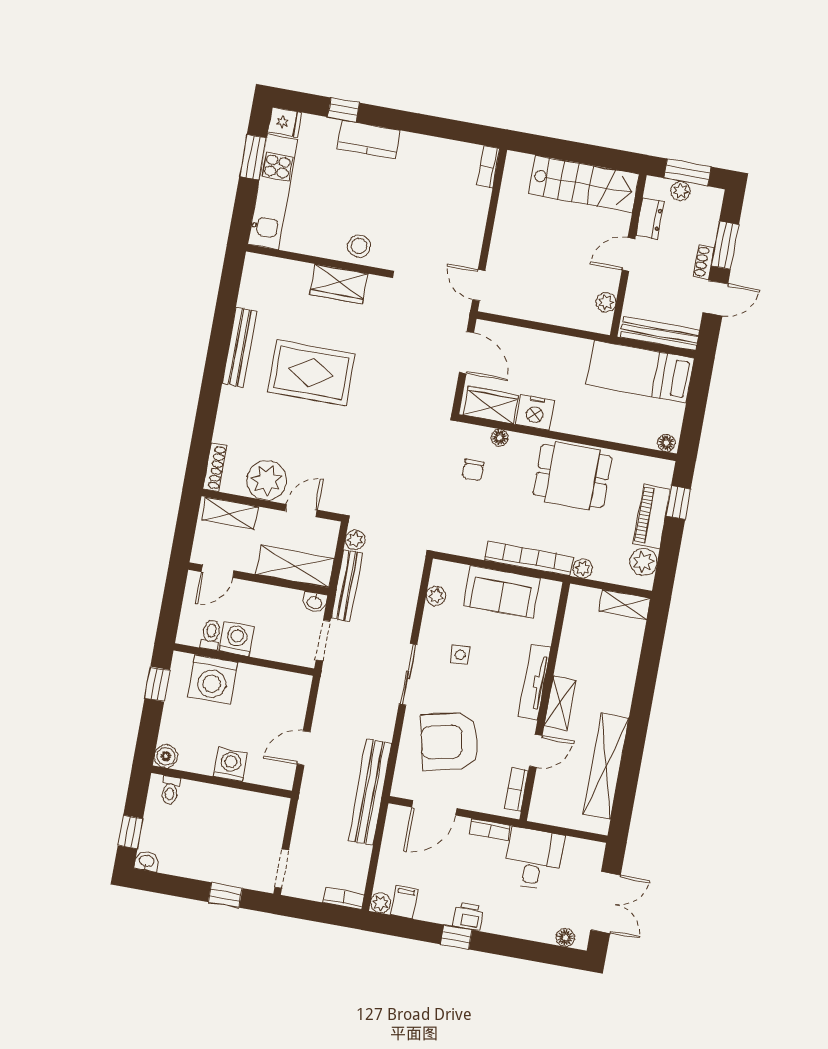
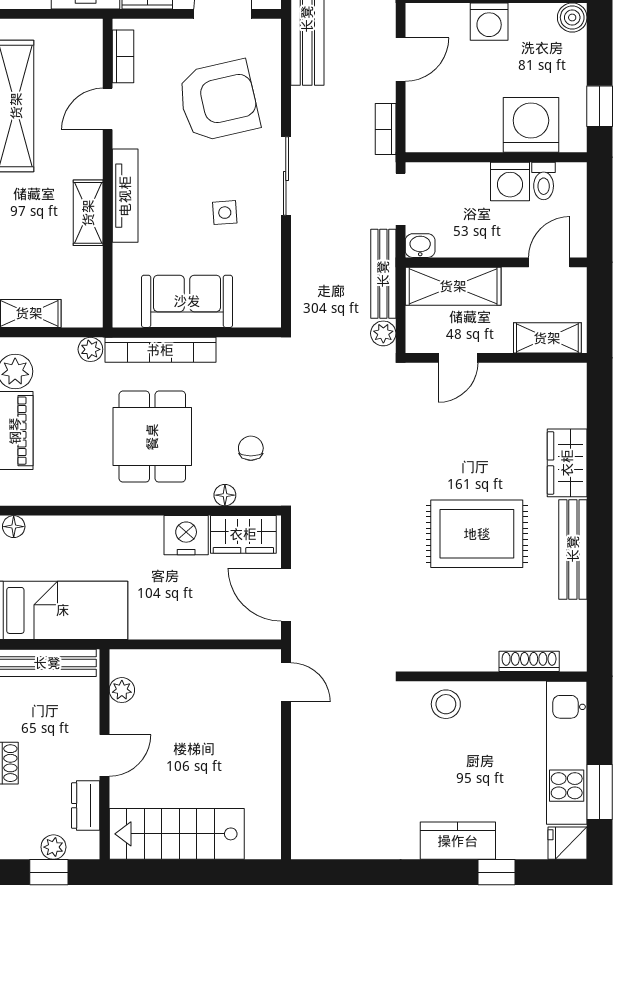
bookcase: (488, 167) -> (386, 129), moved, turned 180
window: (688, 172) -> (49, 872), width x0.67
wardrobe: (339, 284) -> (567, 463), moved, turned -90
shoe rack: (215, 467) -> (529, 661), moved, turned 90
dining table: (572, 476) -> (152, 437), moved, turned 90
plant: (267, 480) -> (508, 388), removed
plant: (436, 596) -> (269, 281), removed
shelving: (560, 703) -> (88, 213), moved

